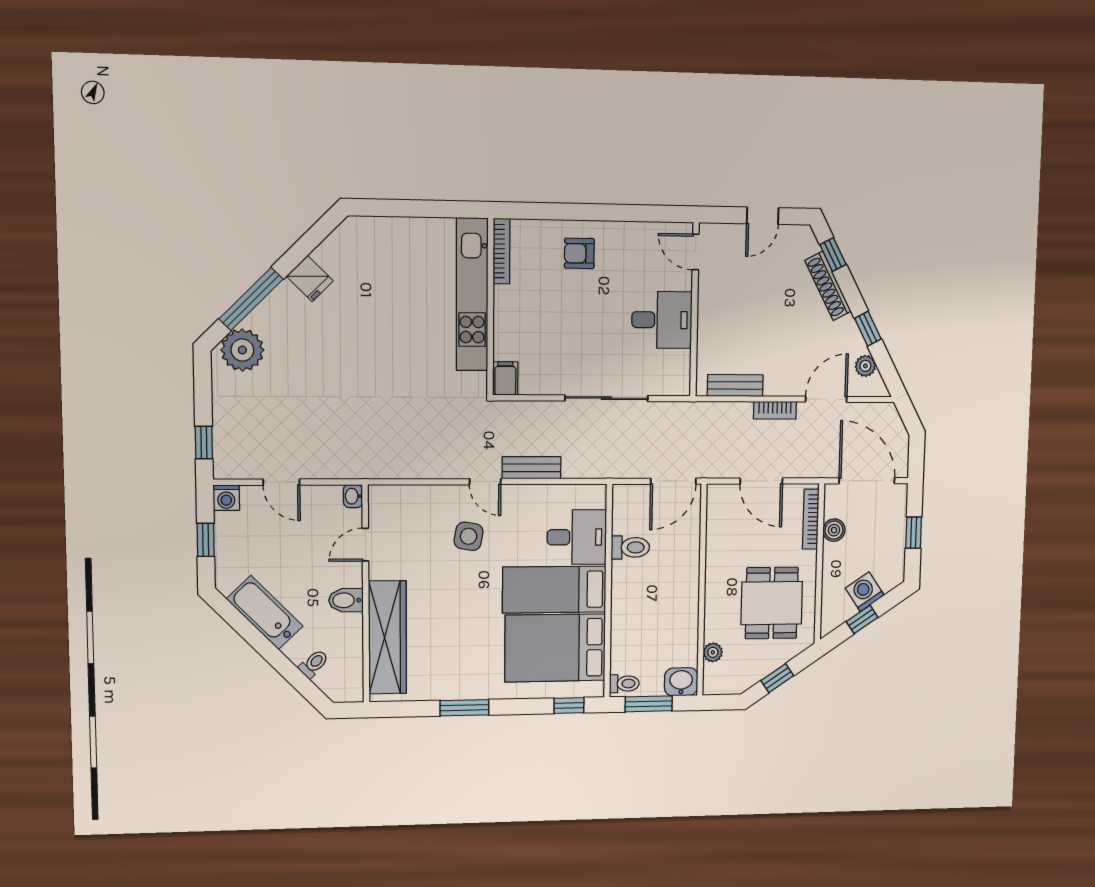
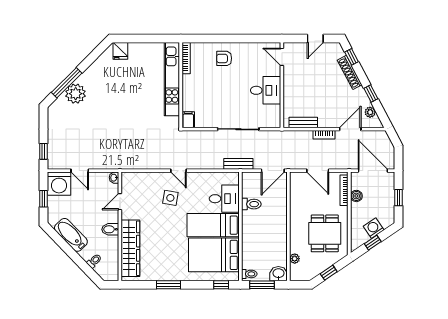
fridge: (310, 278) -> (120, 51), moved, turned 45
plant: (242, 350) -> (76, 94), moved
bench: (531, 468) -> (238, 164), moved
washing machine: (226, 498) -> (59, 184), width x1.89, depth x1.89

